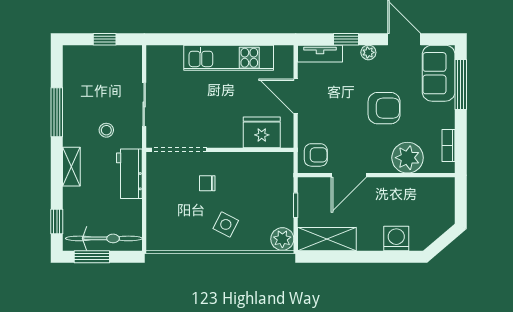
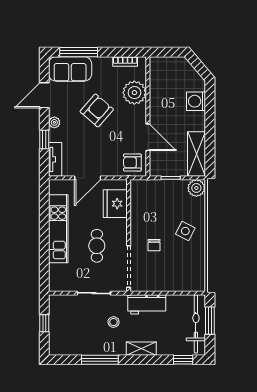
cafe table: (206, 108) -> (97, 246), added
armchair: (384, 108) -> (97, 110), turned 41
armchair: (316, 155) -> (132, 162), turned -90
window: (92, 257) -> (210, 321), moved

